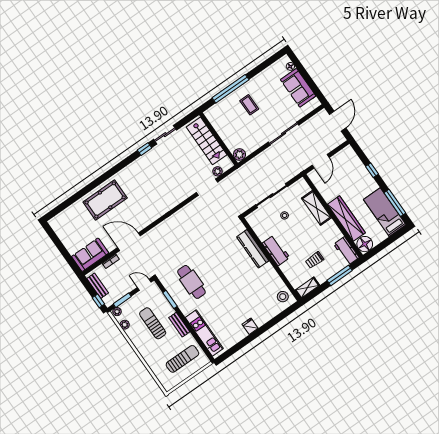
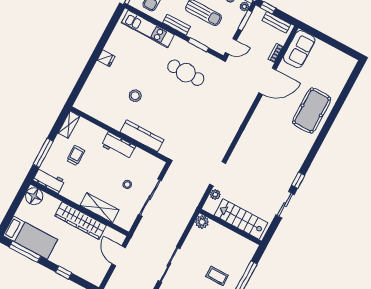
wardrobe: (346, 219) -> (80, 221), moved
stool: (283, 297) -> (135, 96), moved

